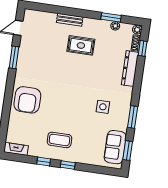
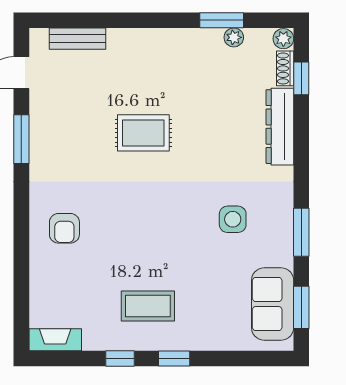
bench: (70, 20) -> (78, 39), moved
rug: (81, 45) -> (143, 133), moved
armchair: (27, 100) -> (64, 228), width x0.53, depth x0.53

